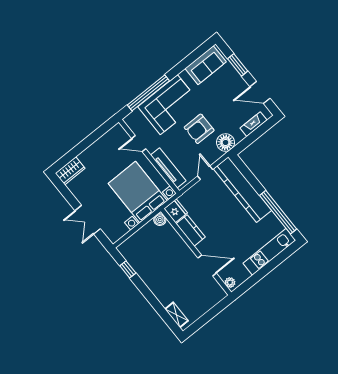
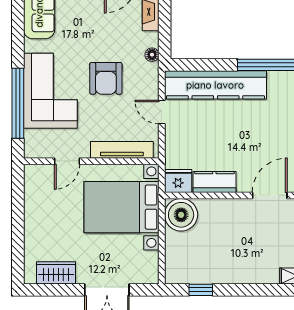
floor lamp: (226, 142) -> (152, 55), width x0.53, depth x0.53
wardrobe: (70, 171) -> (56, 273), moved, turned -90
boiler: (160, 220) -> (181, 215), width x1.86, depth x1.86

